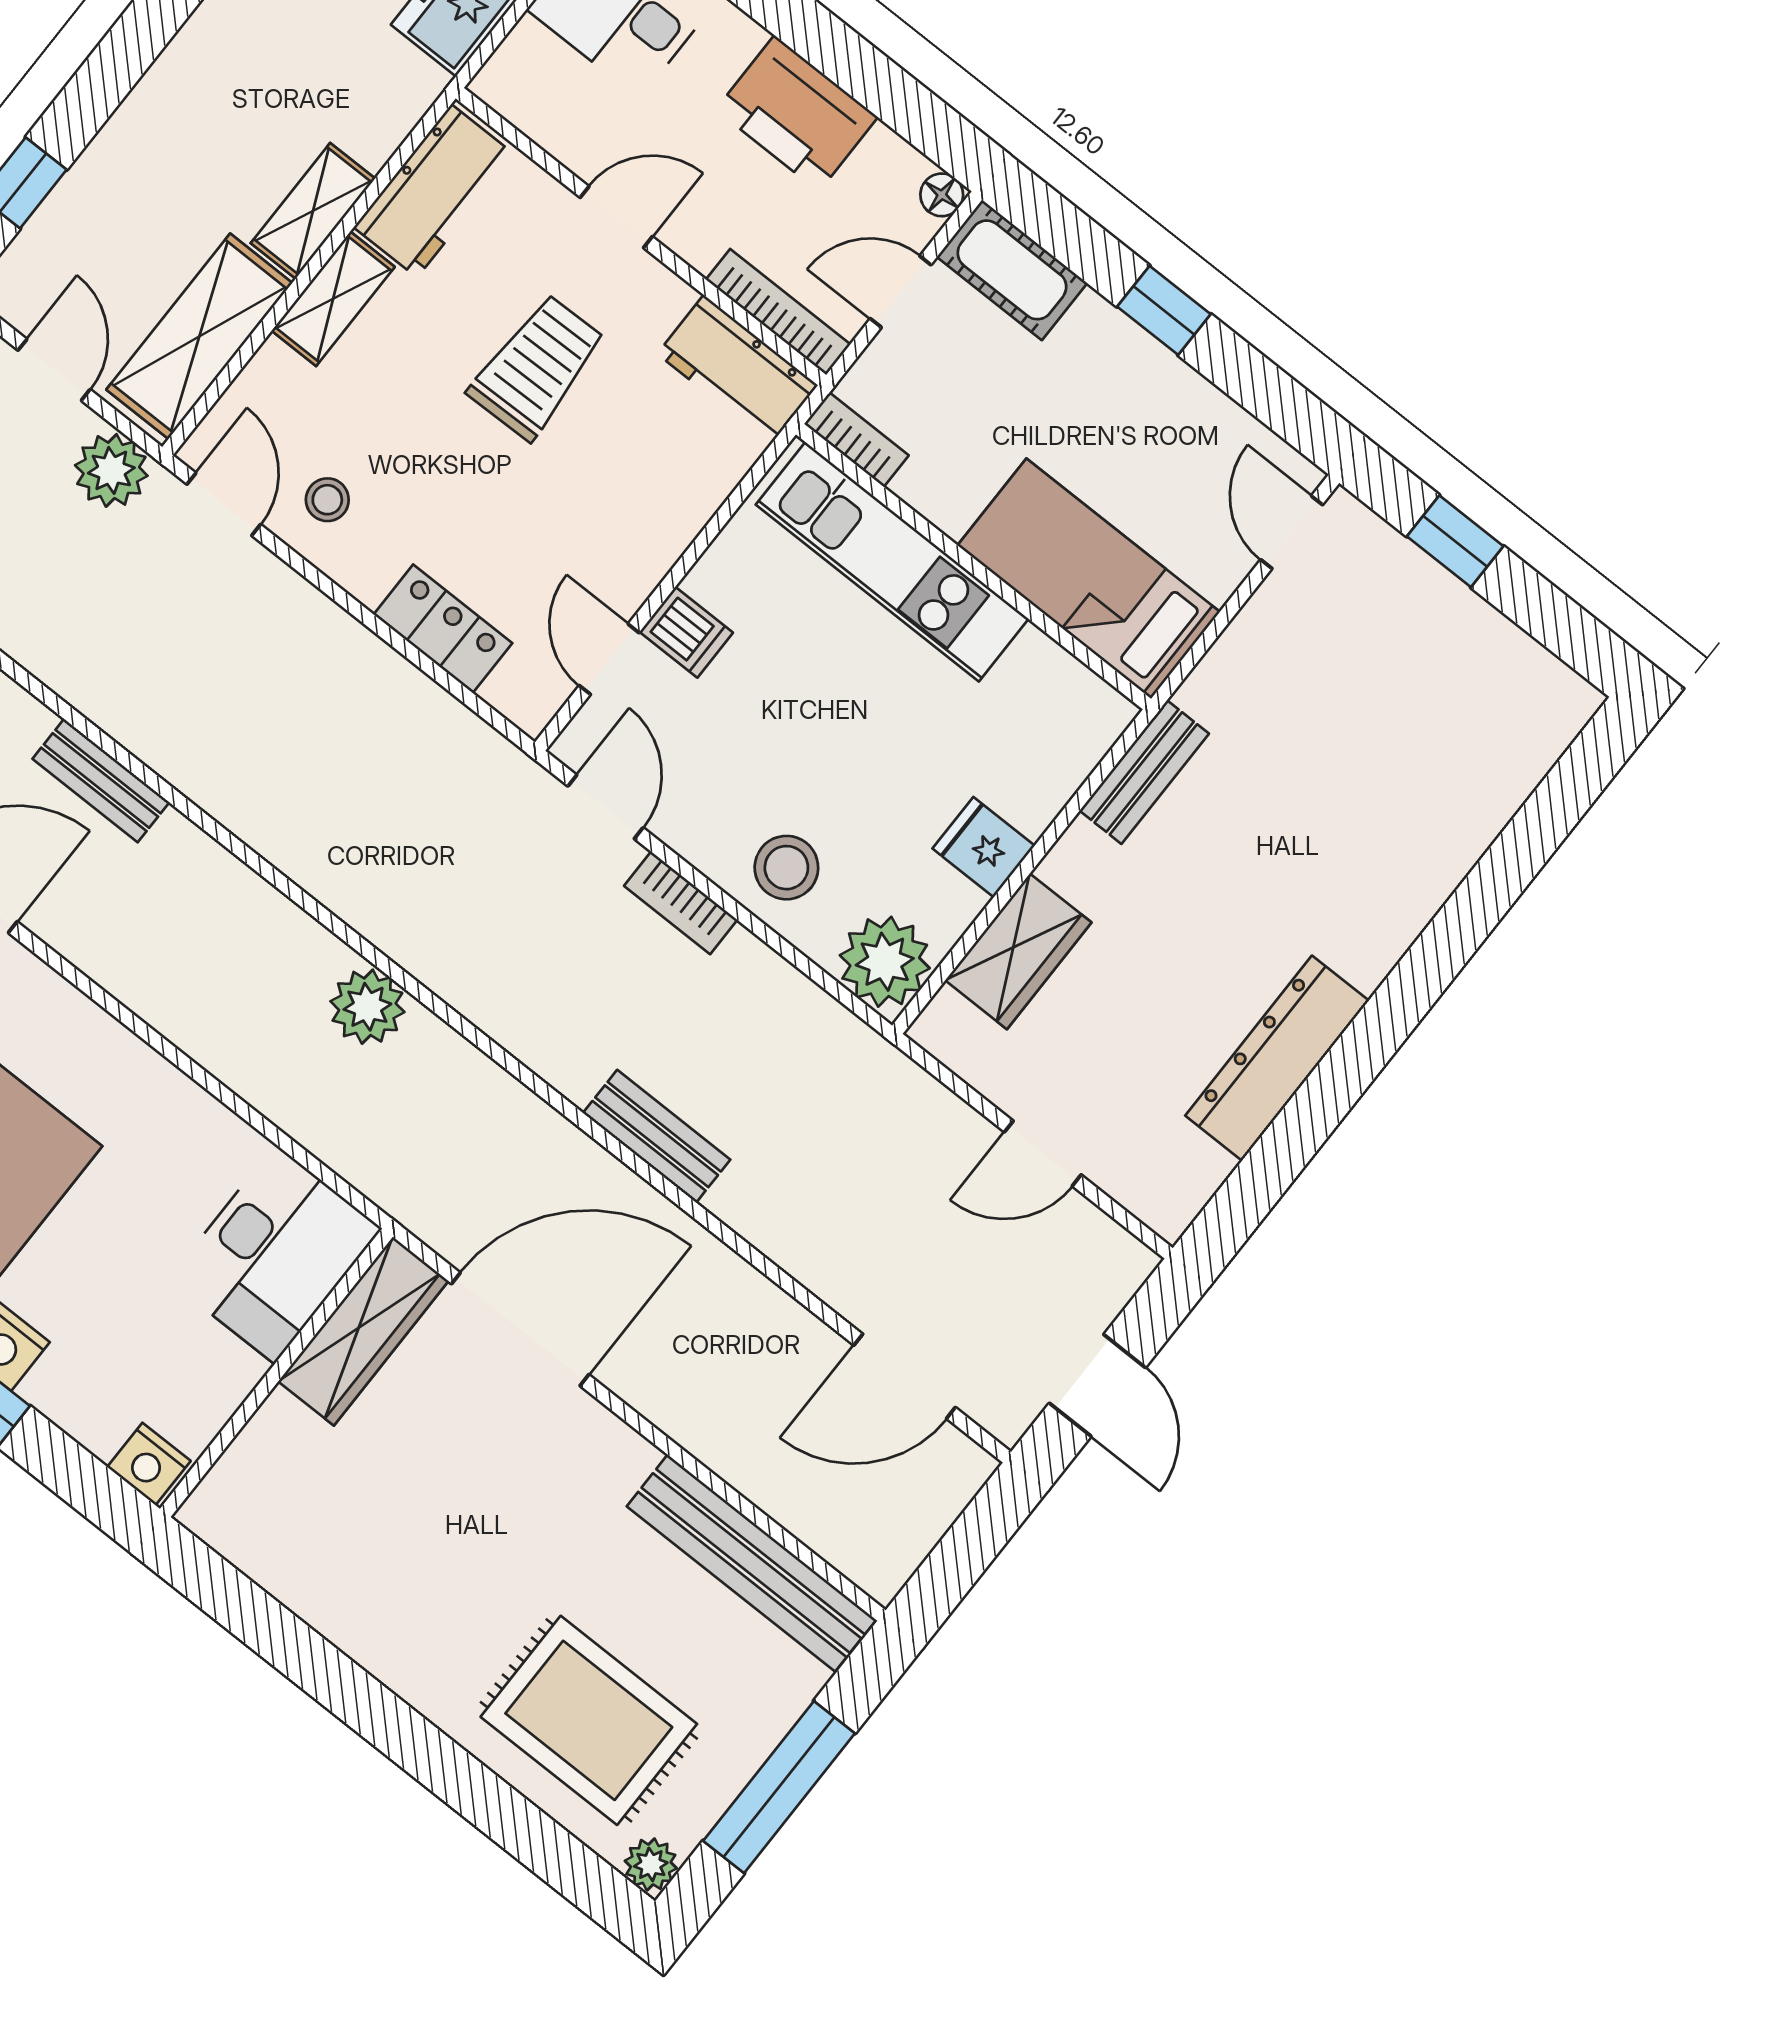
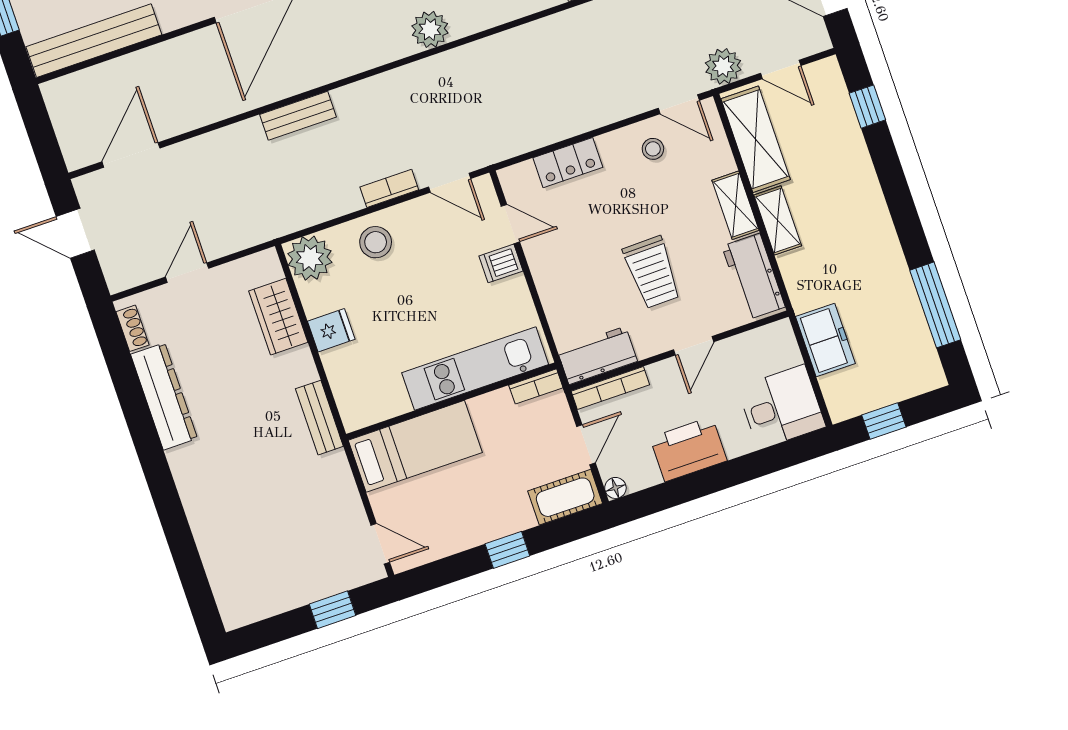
shoe rack: (1196, 1185) -> (132, 328), added

